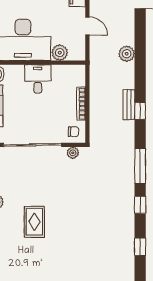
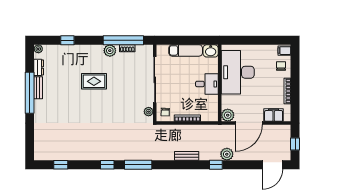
door: (87, 26) -> (249, 123), width x1.88
plant: (60, 53) -> (228, 115), moved
window: (140, 111) -> (216, 165), moved
window: (140, 247) -> (61, 165), moved

